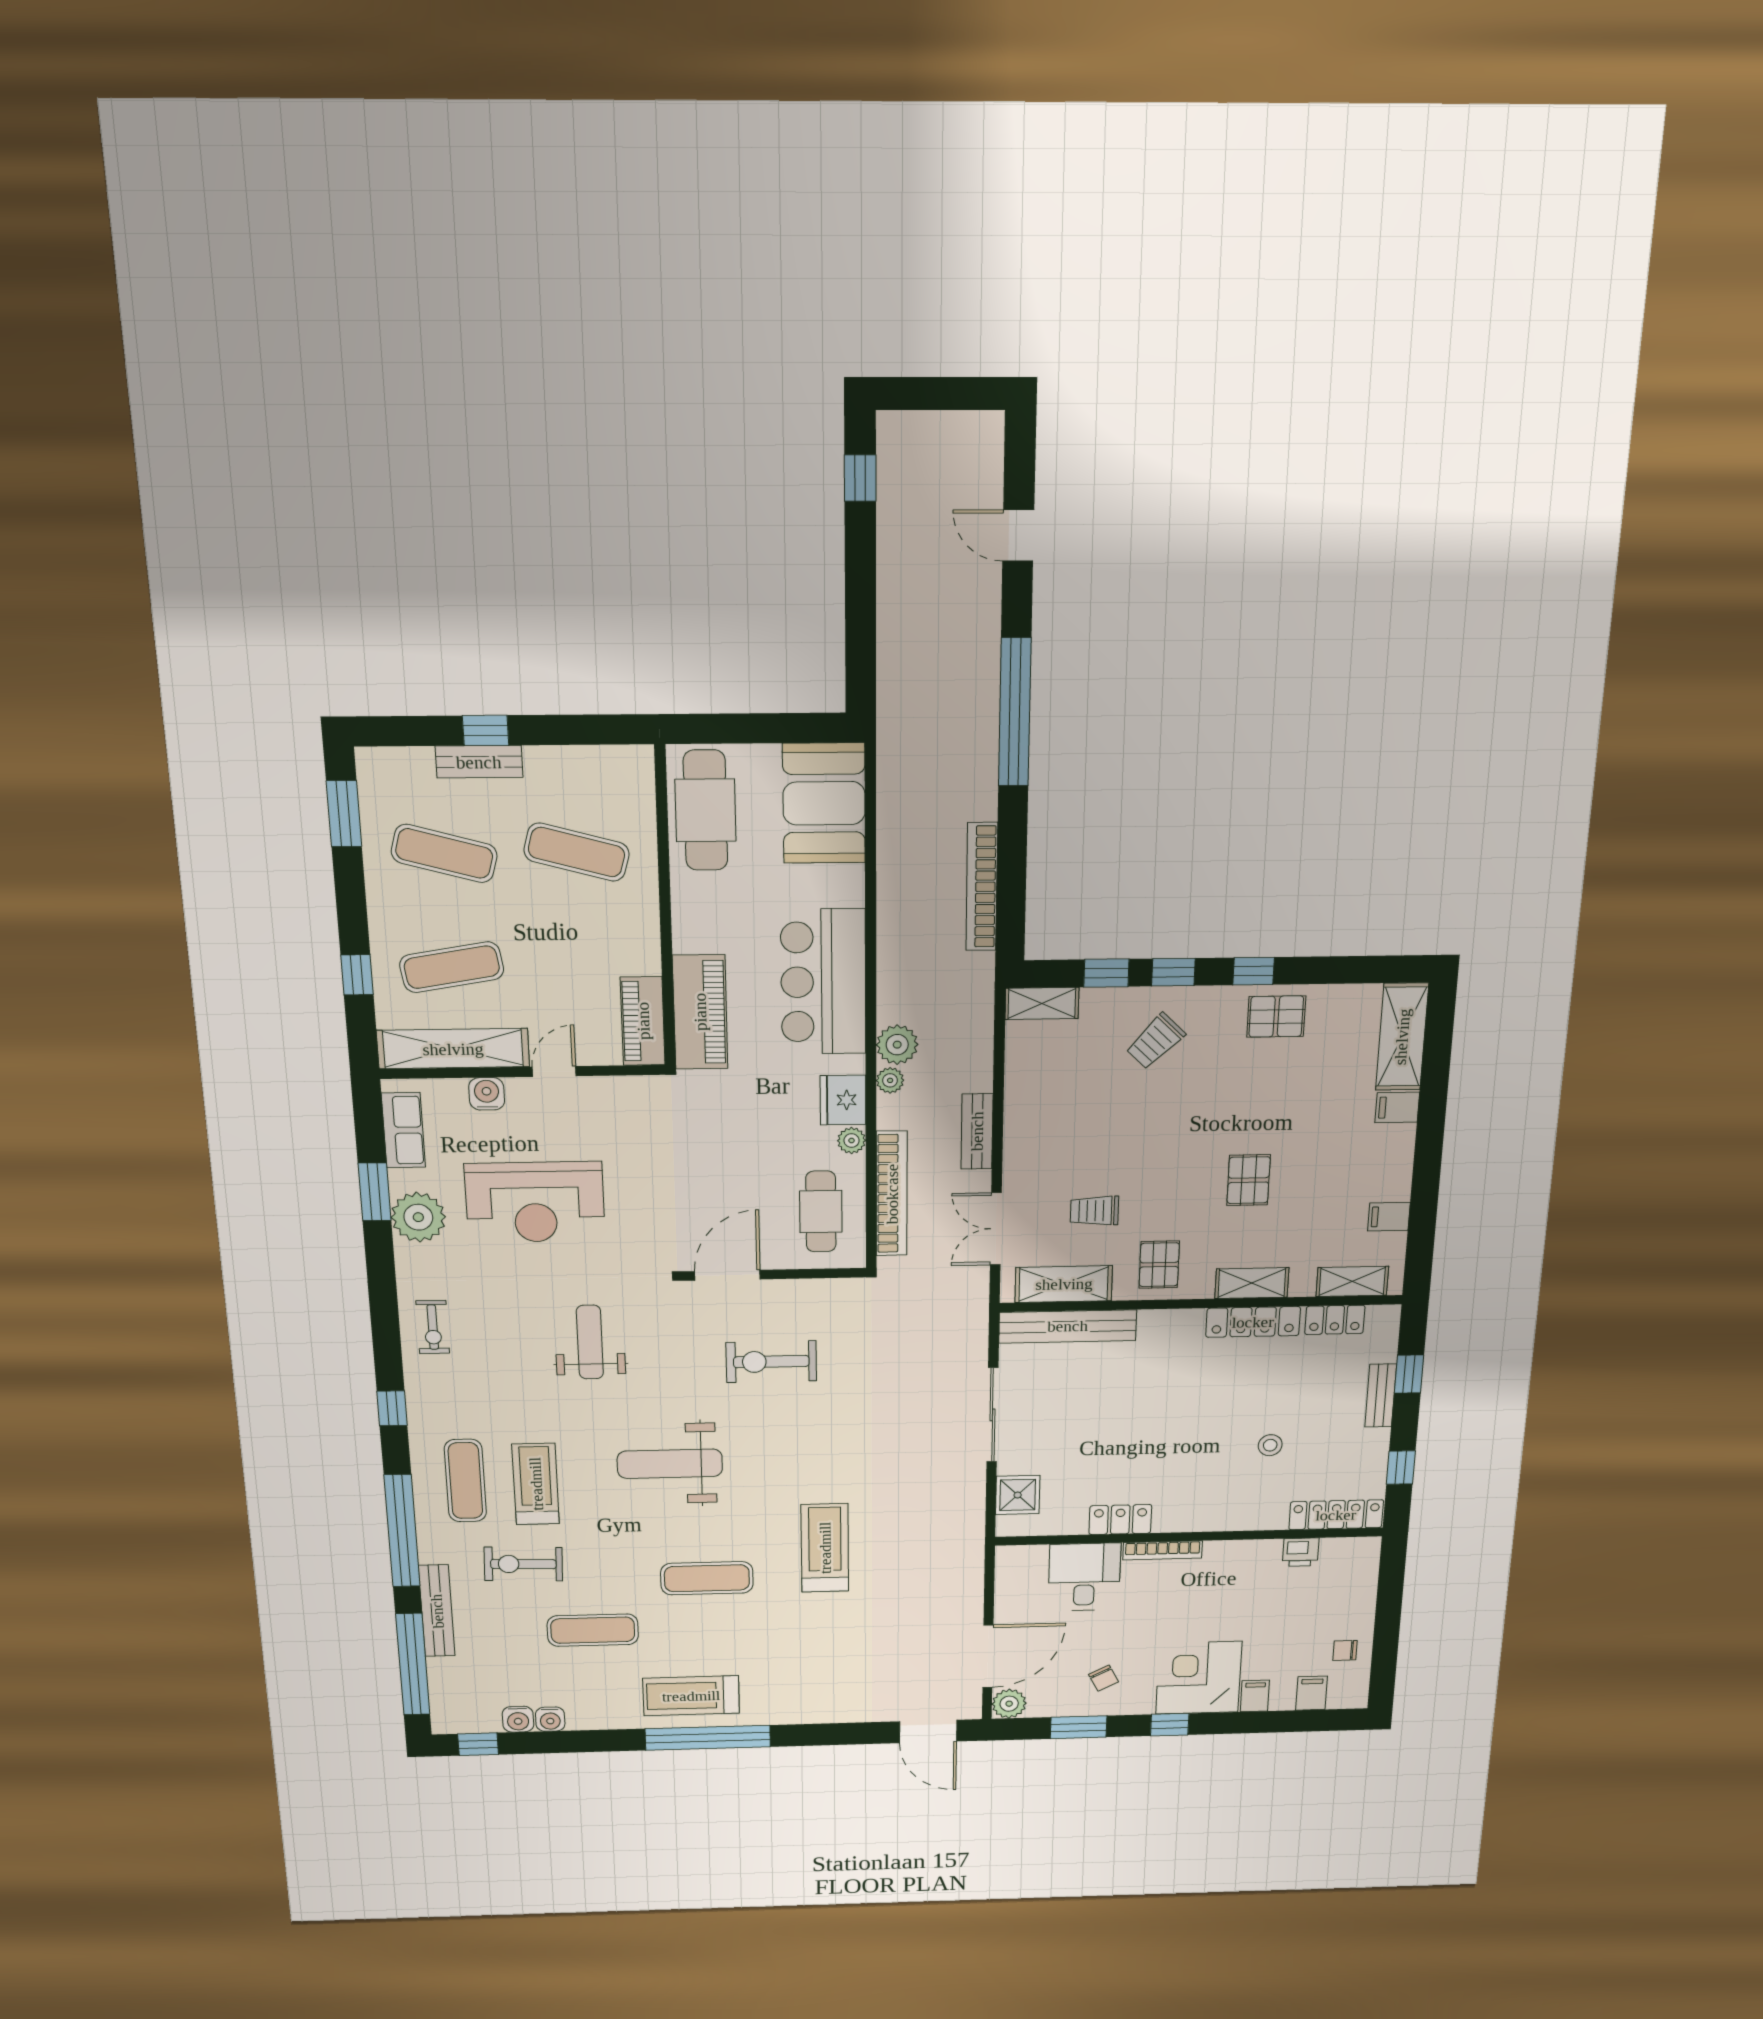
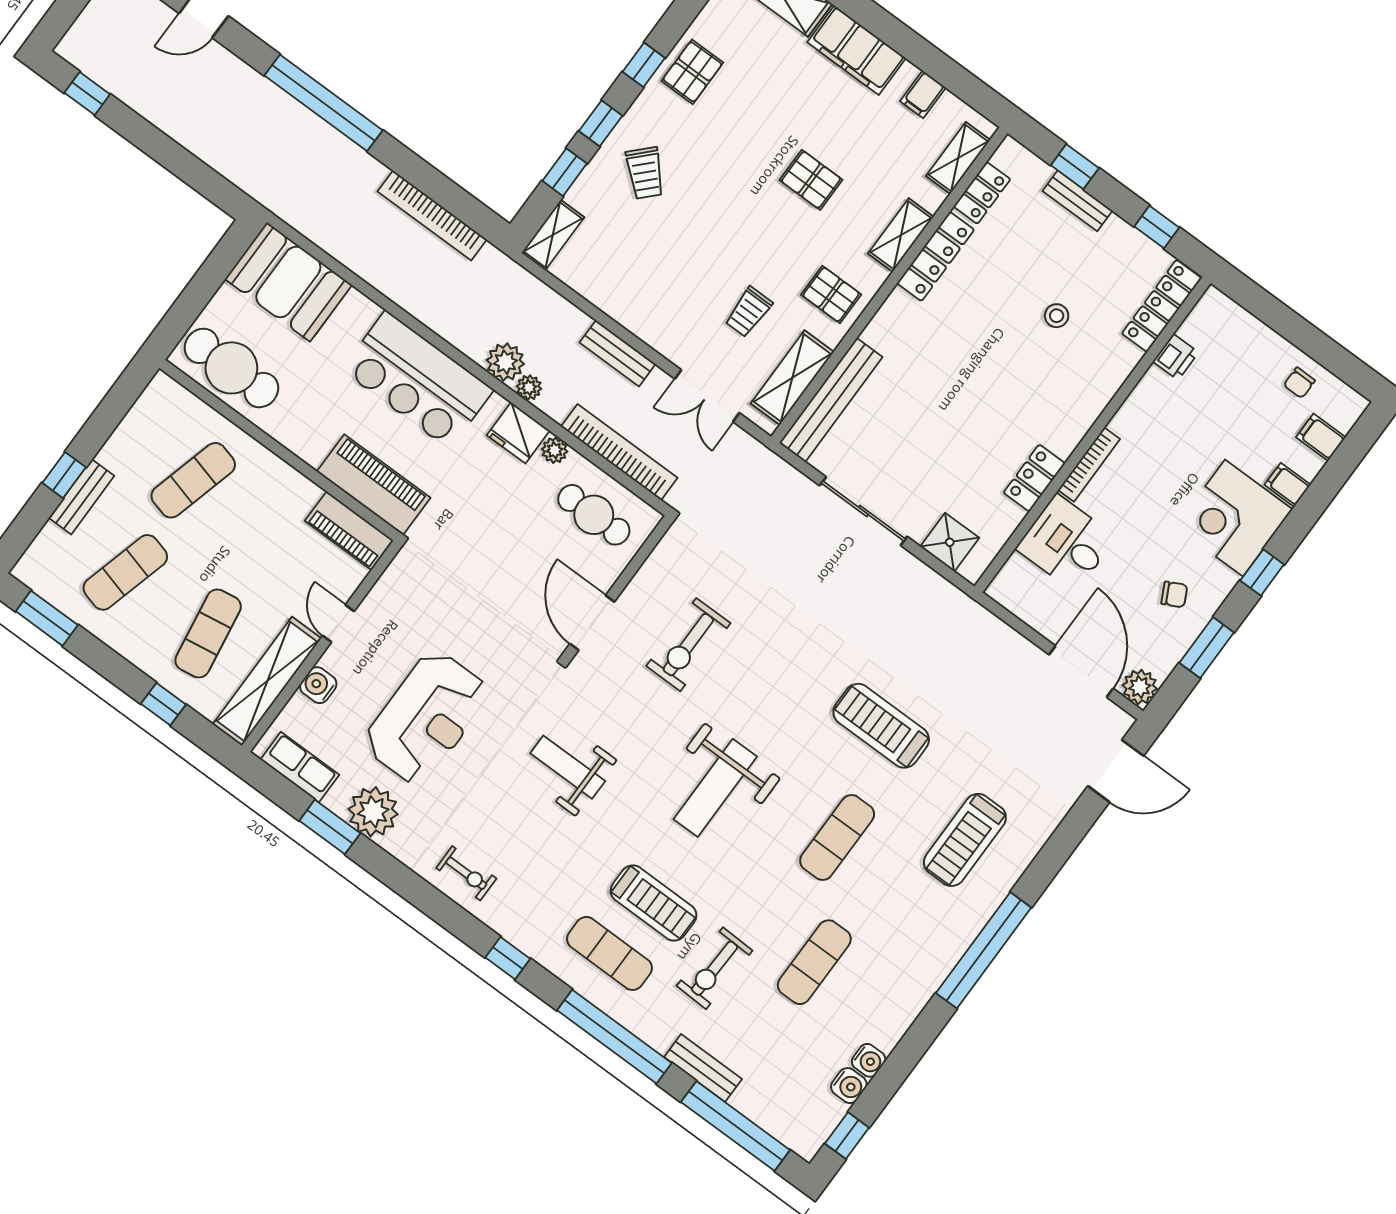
filing cabinet: (1397, 1107) -> (857, 50), width x3.00, depth x1.17
treadmill: (536, 1484) -> (654, 903), turned 180
bench: (437, 1611) -> (703, 1068), width x0.73
treadmill: (691, 1696) -> (965, 840), moved

